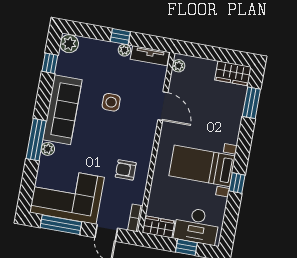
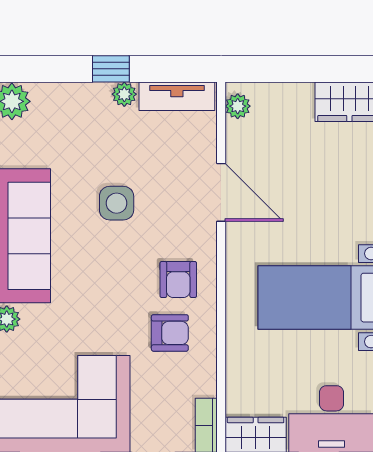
armchair: (134, 145) -> (178, 280), added
armchair: (126, 170) -> (170, 333), turned 180

